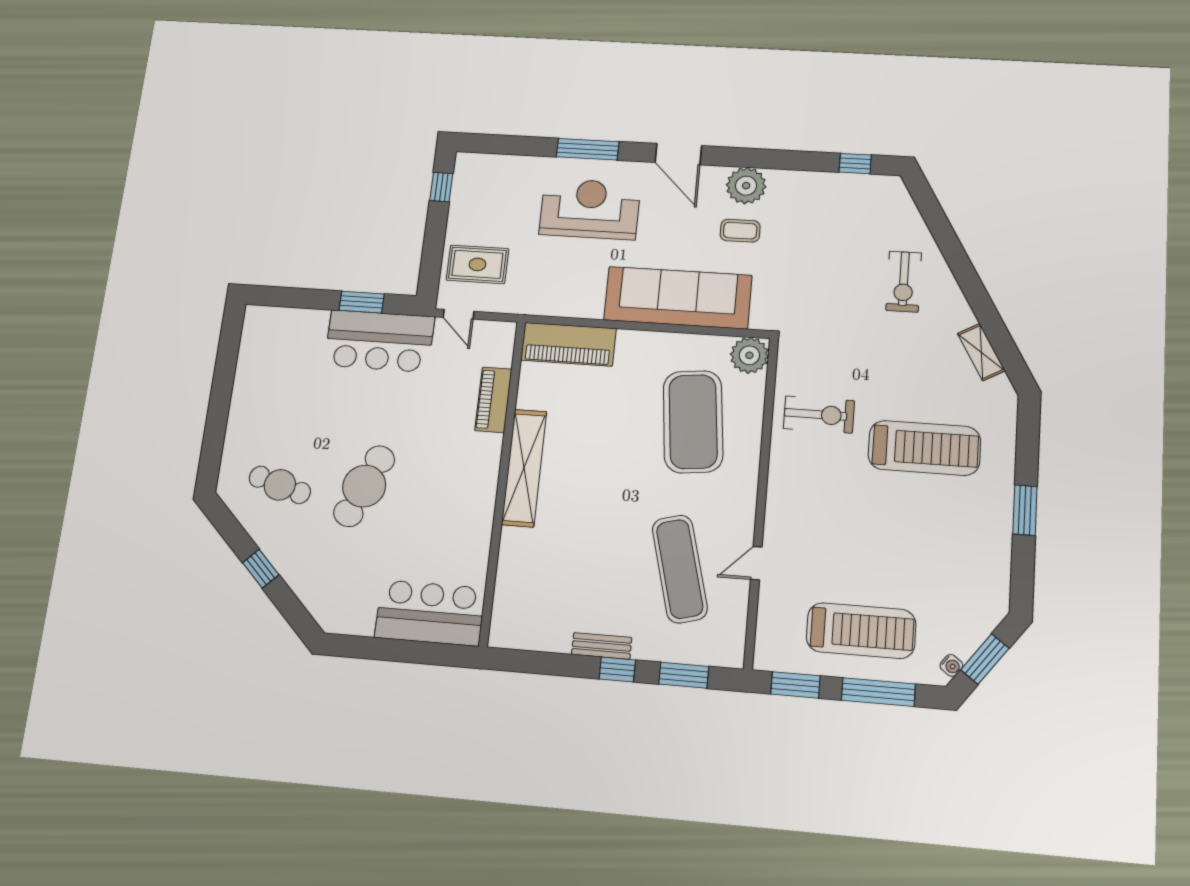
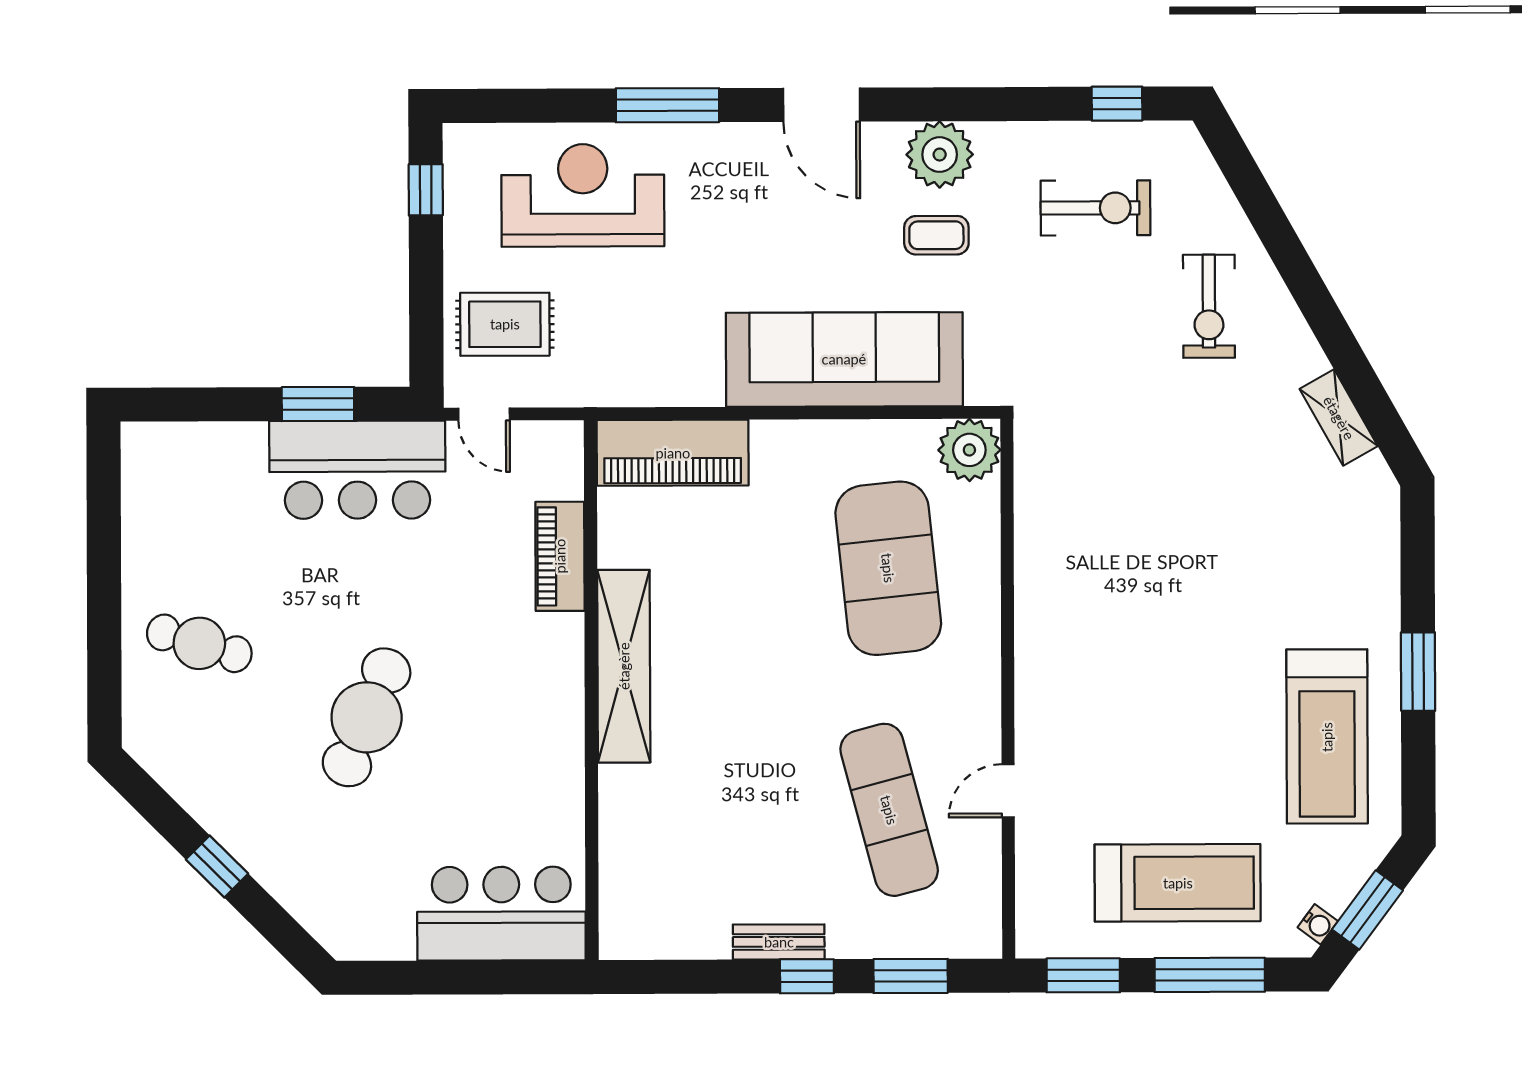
reception desk: (590, 209) -> (583, 195), moved
exercise bike: (819, 415) -> (1095, 208), moved
treadmill: (924, 448) -> (1327, 737), moved, turned 90
cafe table: (280, 485) -> (199, 643), moved

